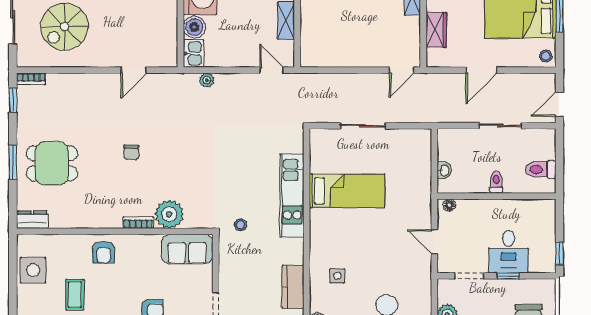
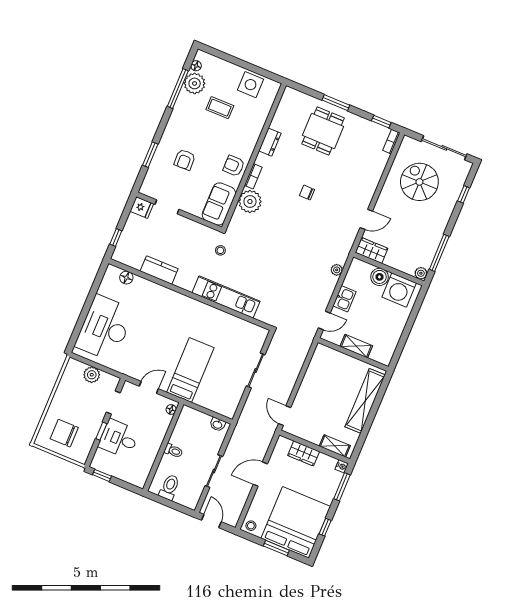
wardrobe: (167, 49) -> (372, 250), added
kitchen sink: (193, 53) -> (344, 299), moved, turned -90
door: (134, 70) -> (366, 219), swing flipped
door: (481, 70) -> (260, 474), hinge flipped
washbasin: (444, 170) -> (218, 424), moved
bed: (347, 191) -> (190, 370), moved, turned 180
dresser: (32, 220) -> (270, 142), moved
armchair: (104, 252) -> (234, 166), moved
side table: (337, 276) -> (153, 306), removed

